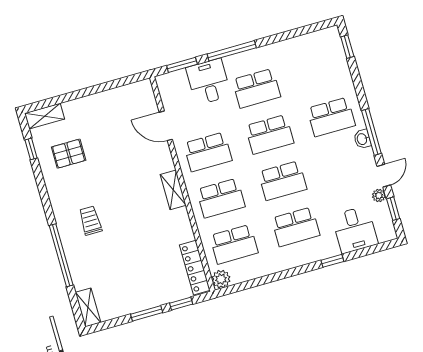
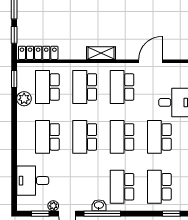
school desk: (318, 71) -> (159, 187), added
window: (332, 261) -> (14, 79), moved
plant: (221, 279) -> (24, 99), moved

